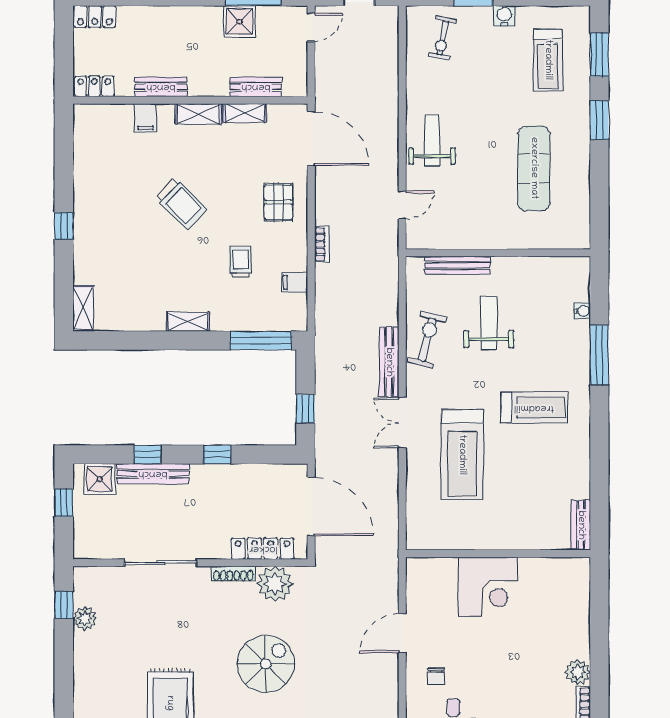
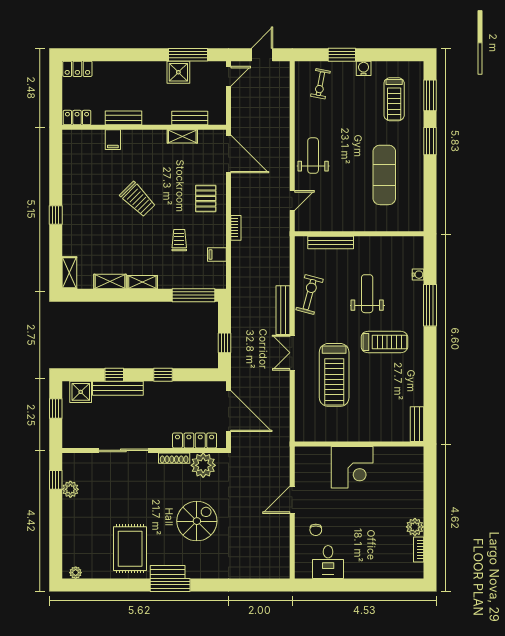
shelving: (198, 114) -> (110, 282), moved
weight bench: (489, 323) -> (367, 294), moved

